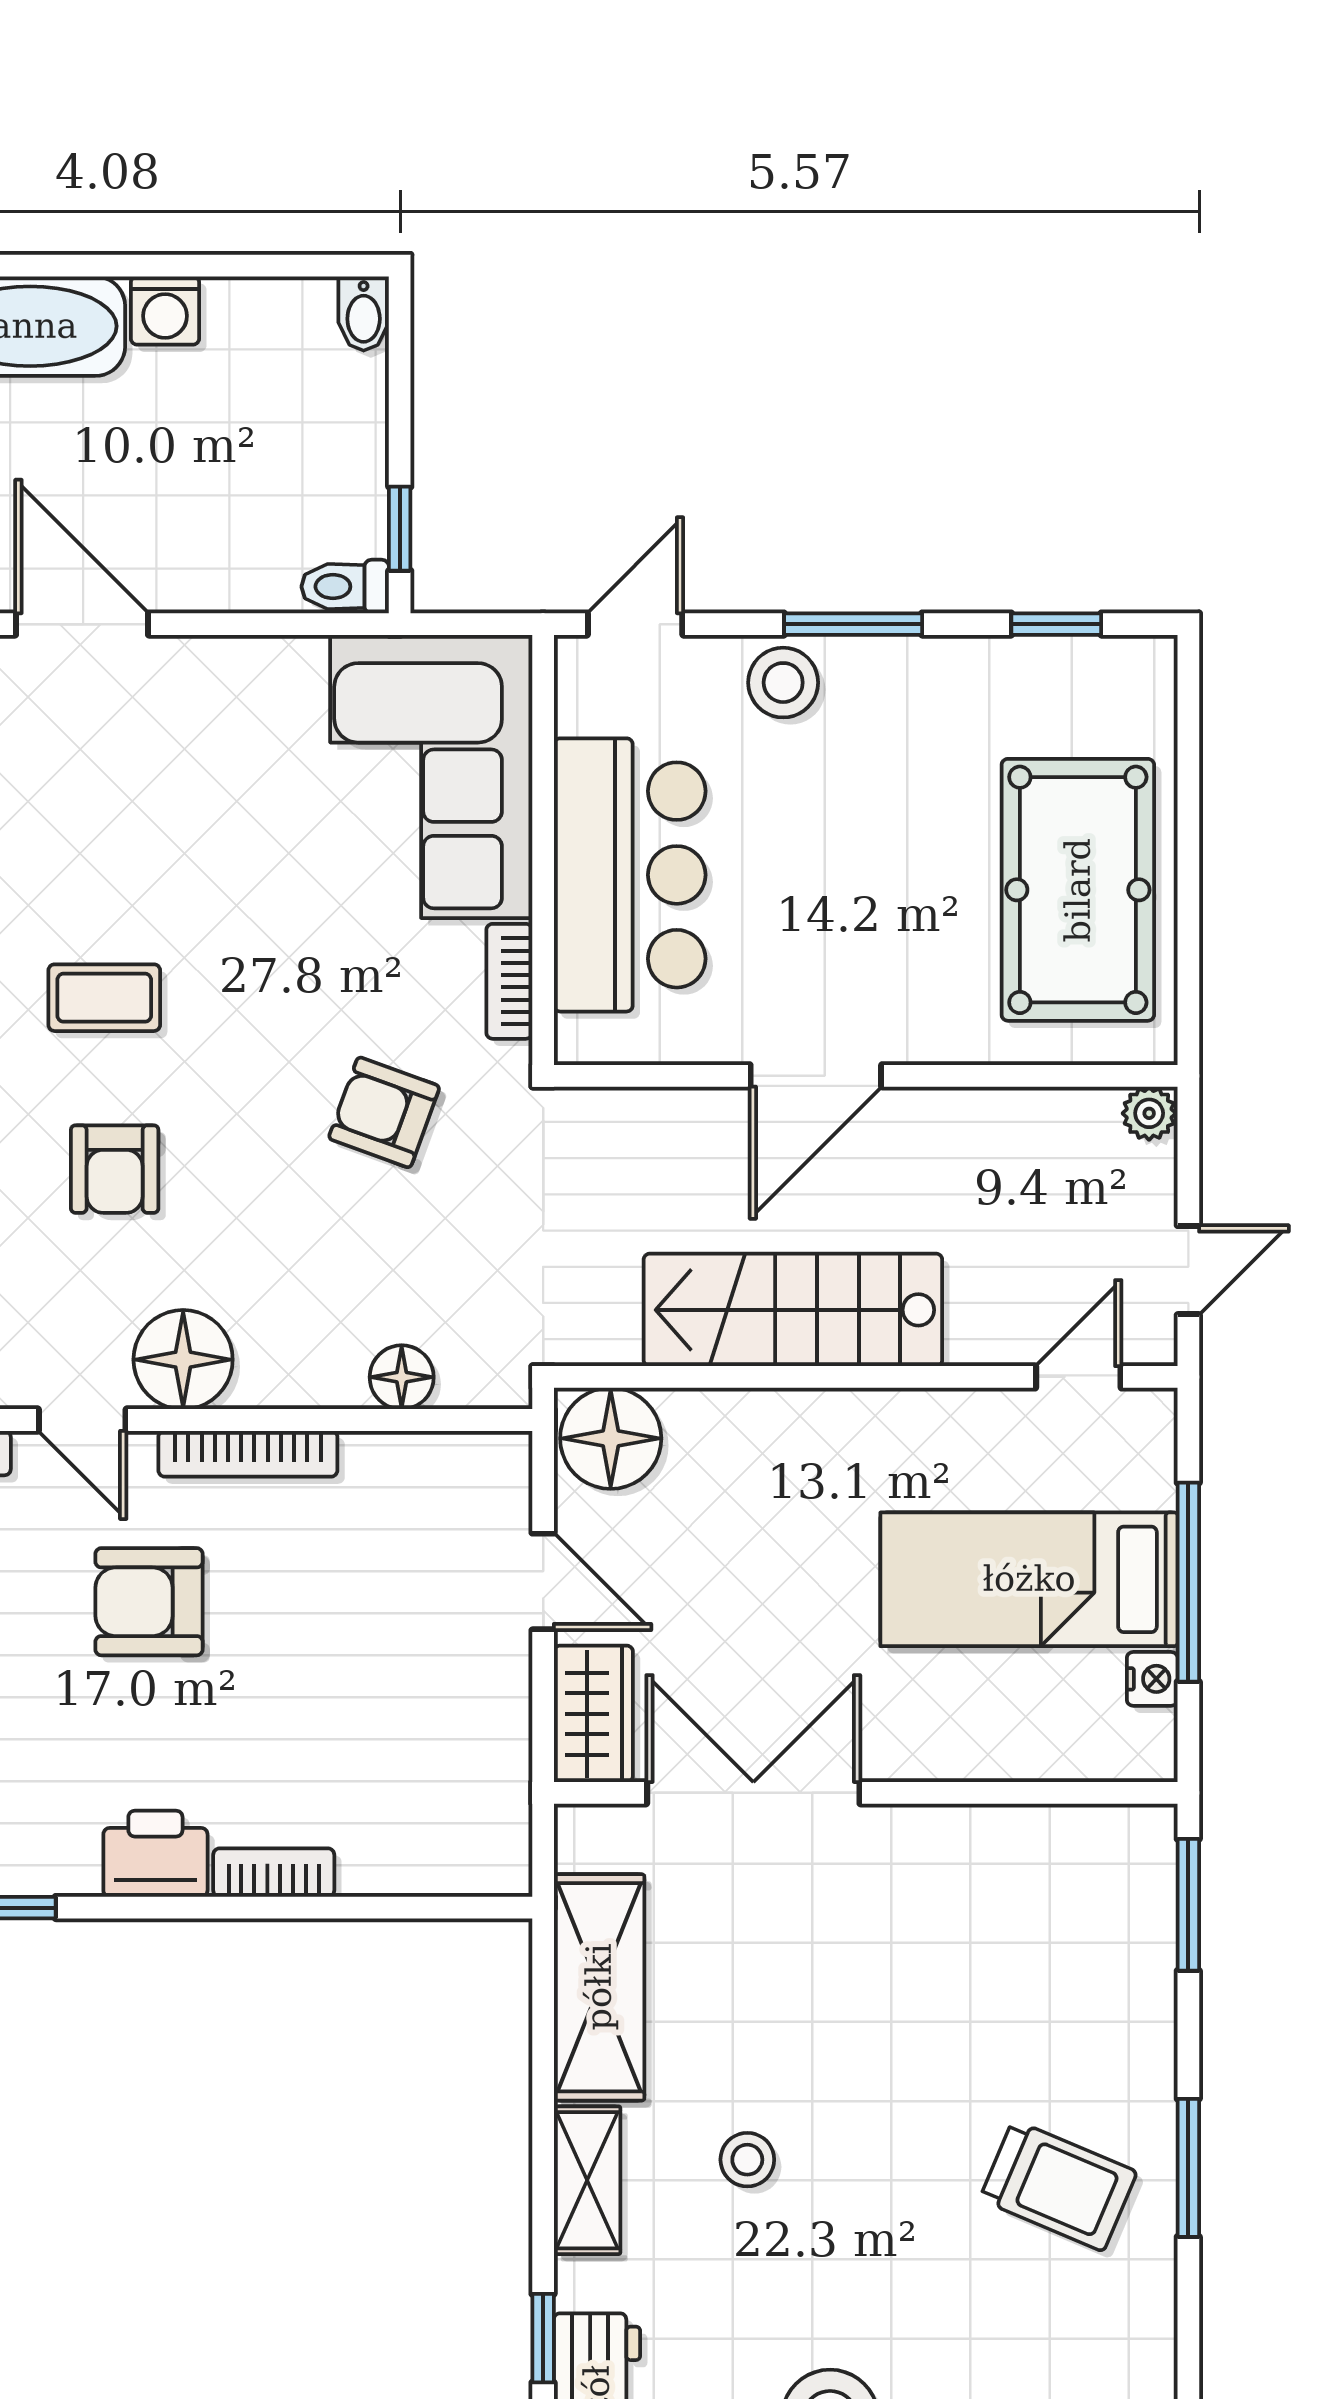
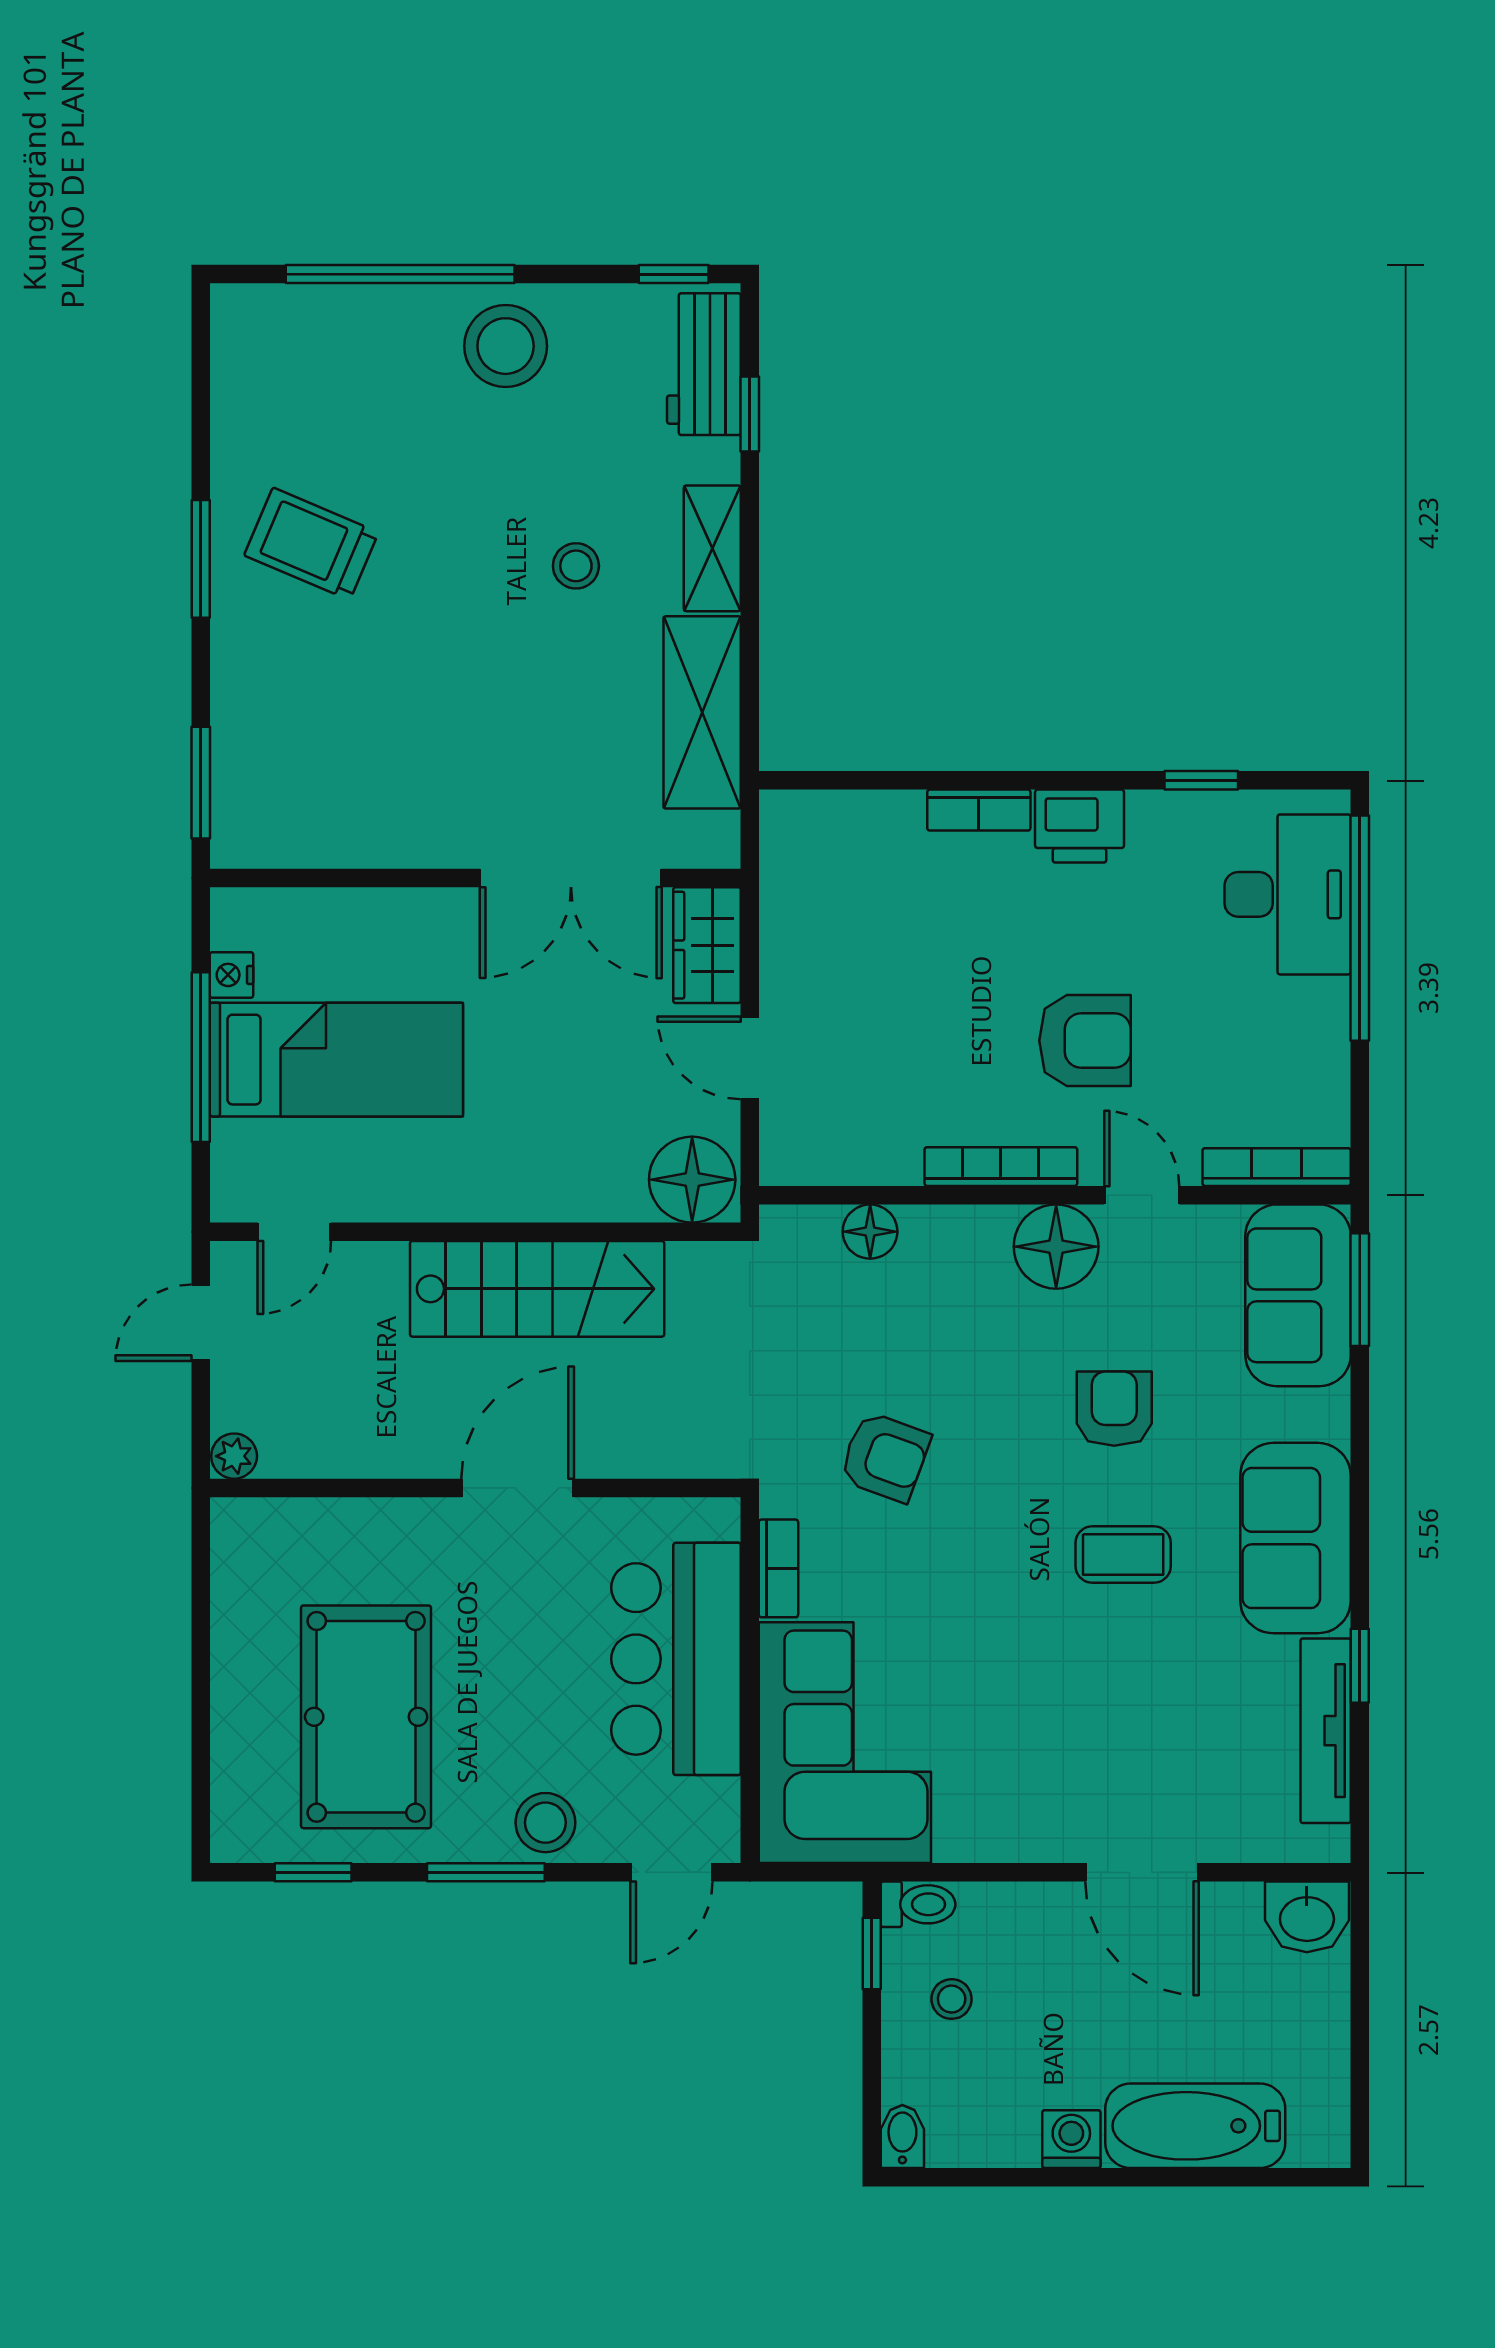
stool: (306, 475) -> (952, 1999), added
pool table: (1078, 890) -> (366, 1717), moved

